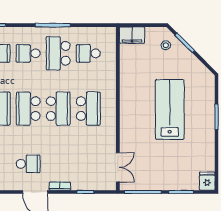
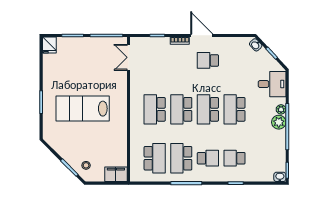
school desk: (58, 53) -> (181, 158), turned 180
school desk: (88, 53) -> (155, 158), width x1.85
school desk: (28, 109) -> (208, 109), turned 180
lab bench: (170, 109) -> (83, 109), turned 90

